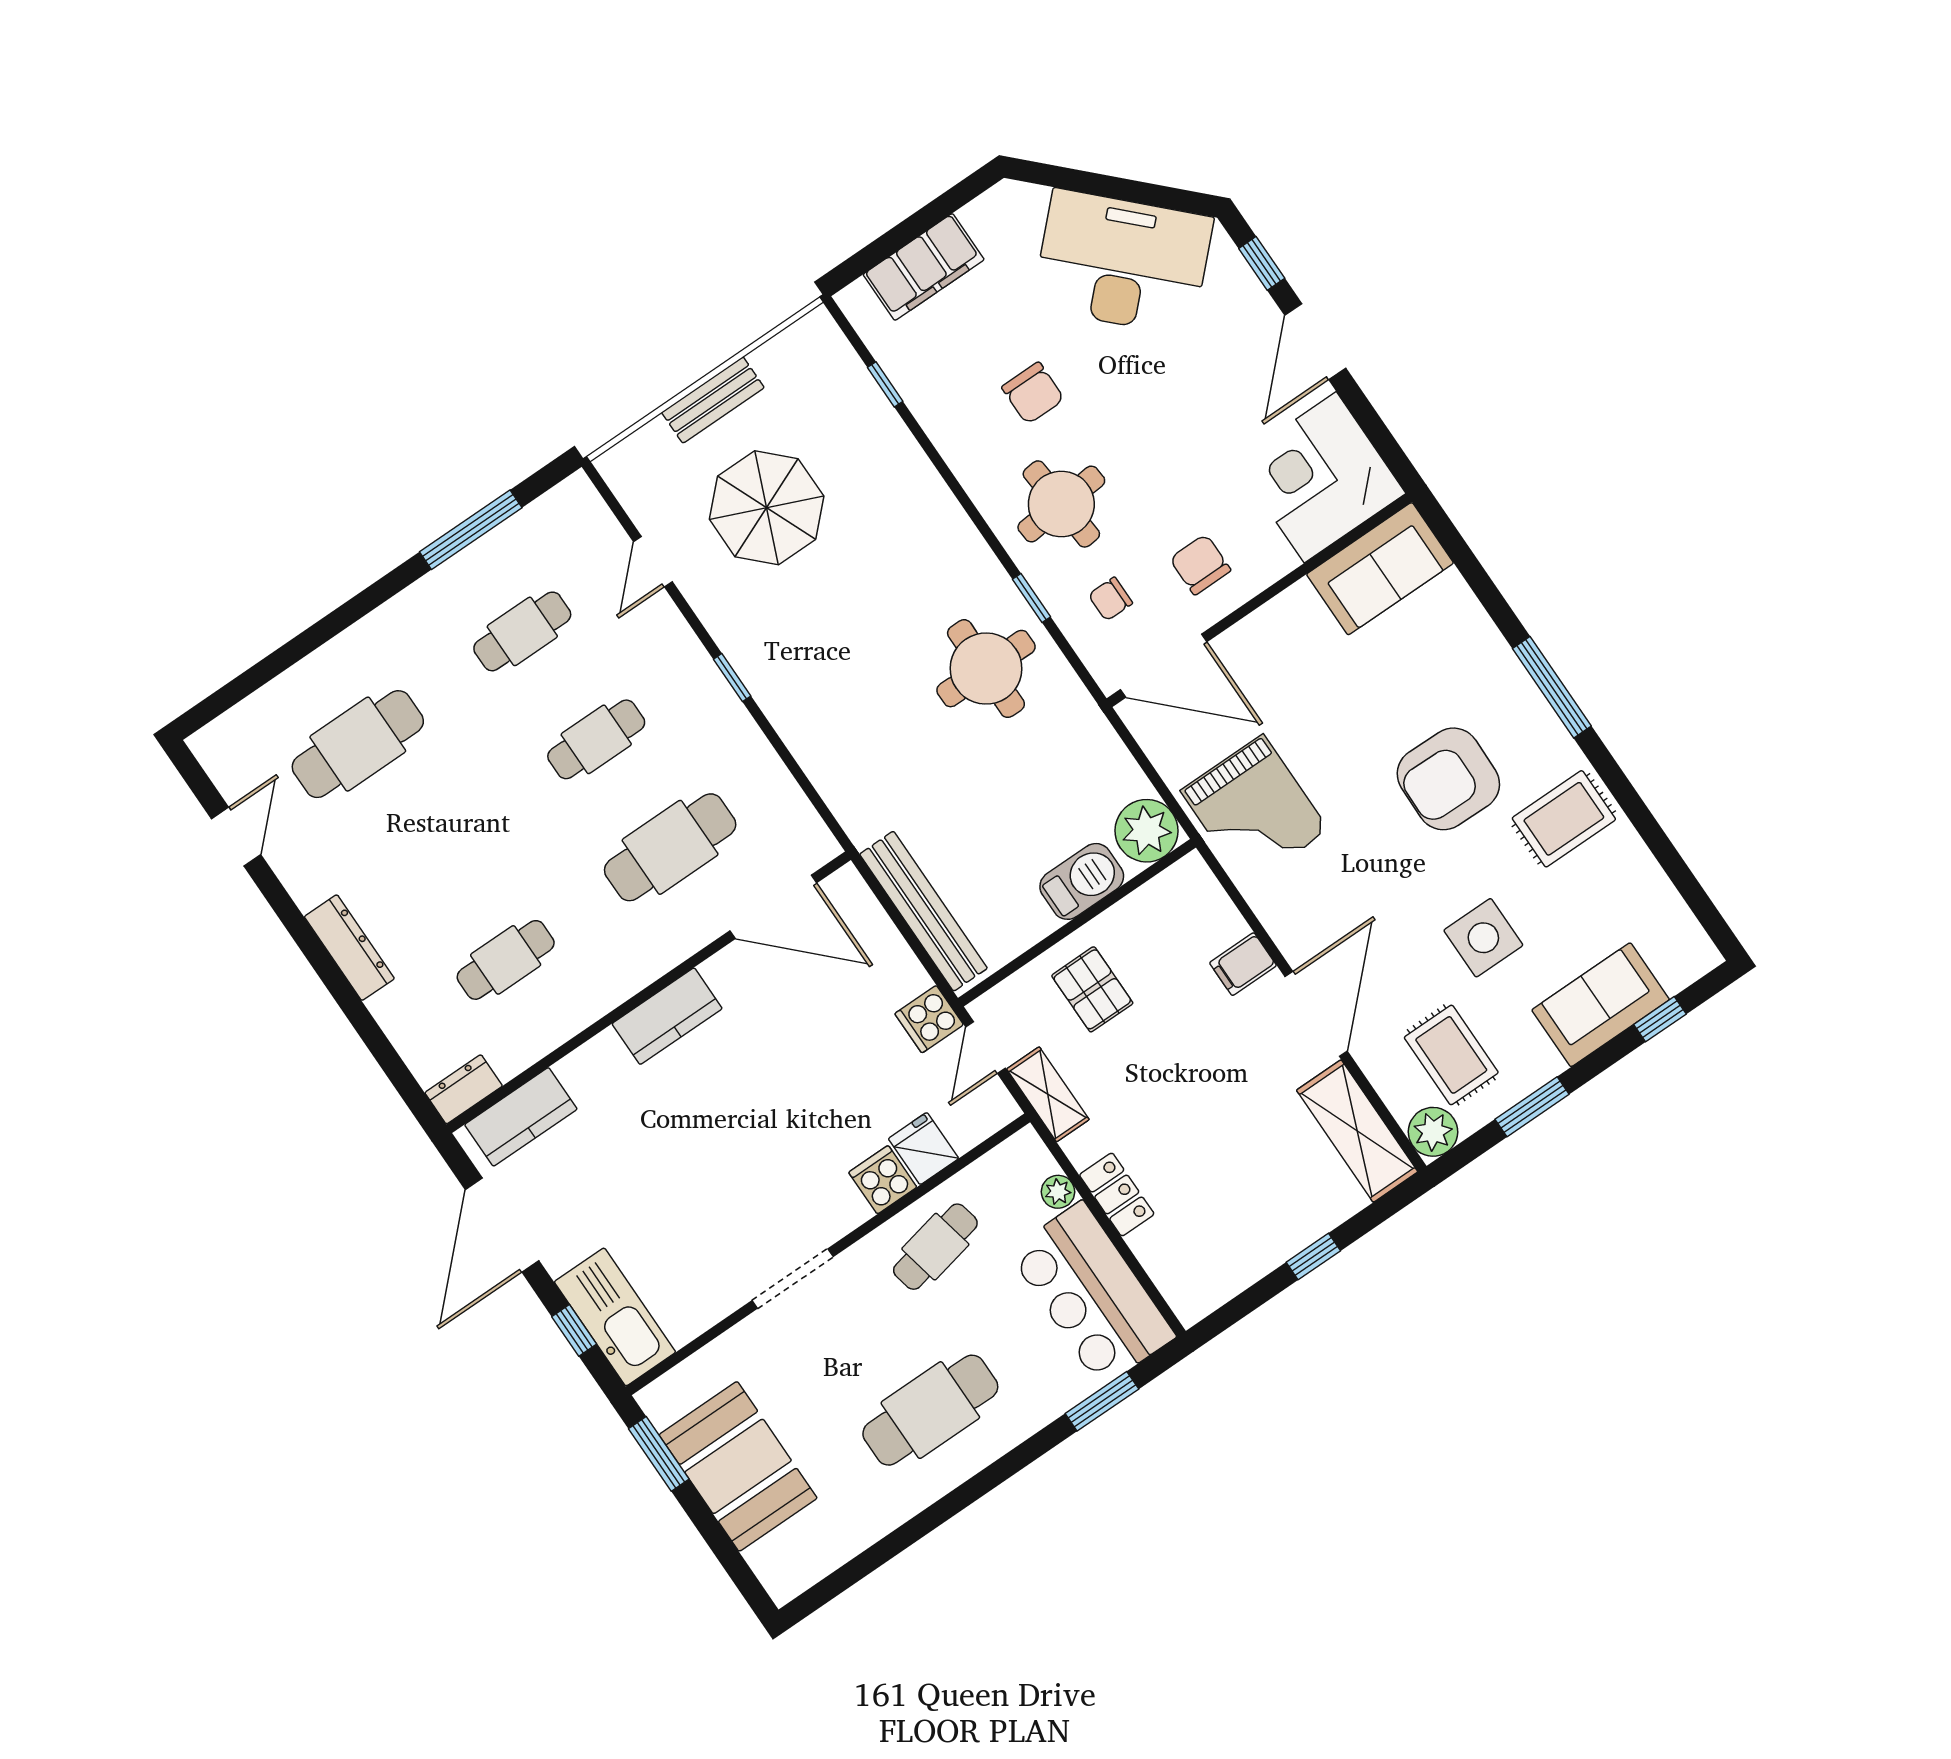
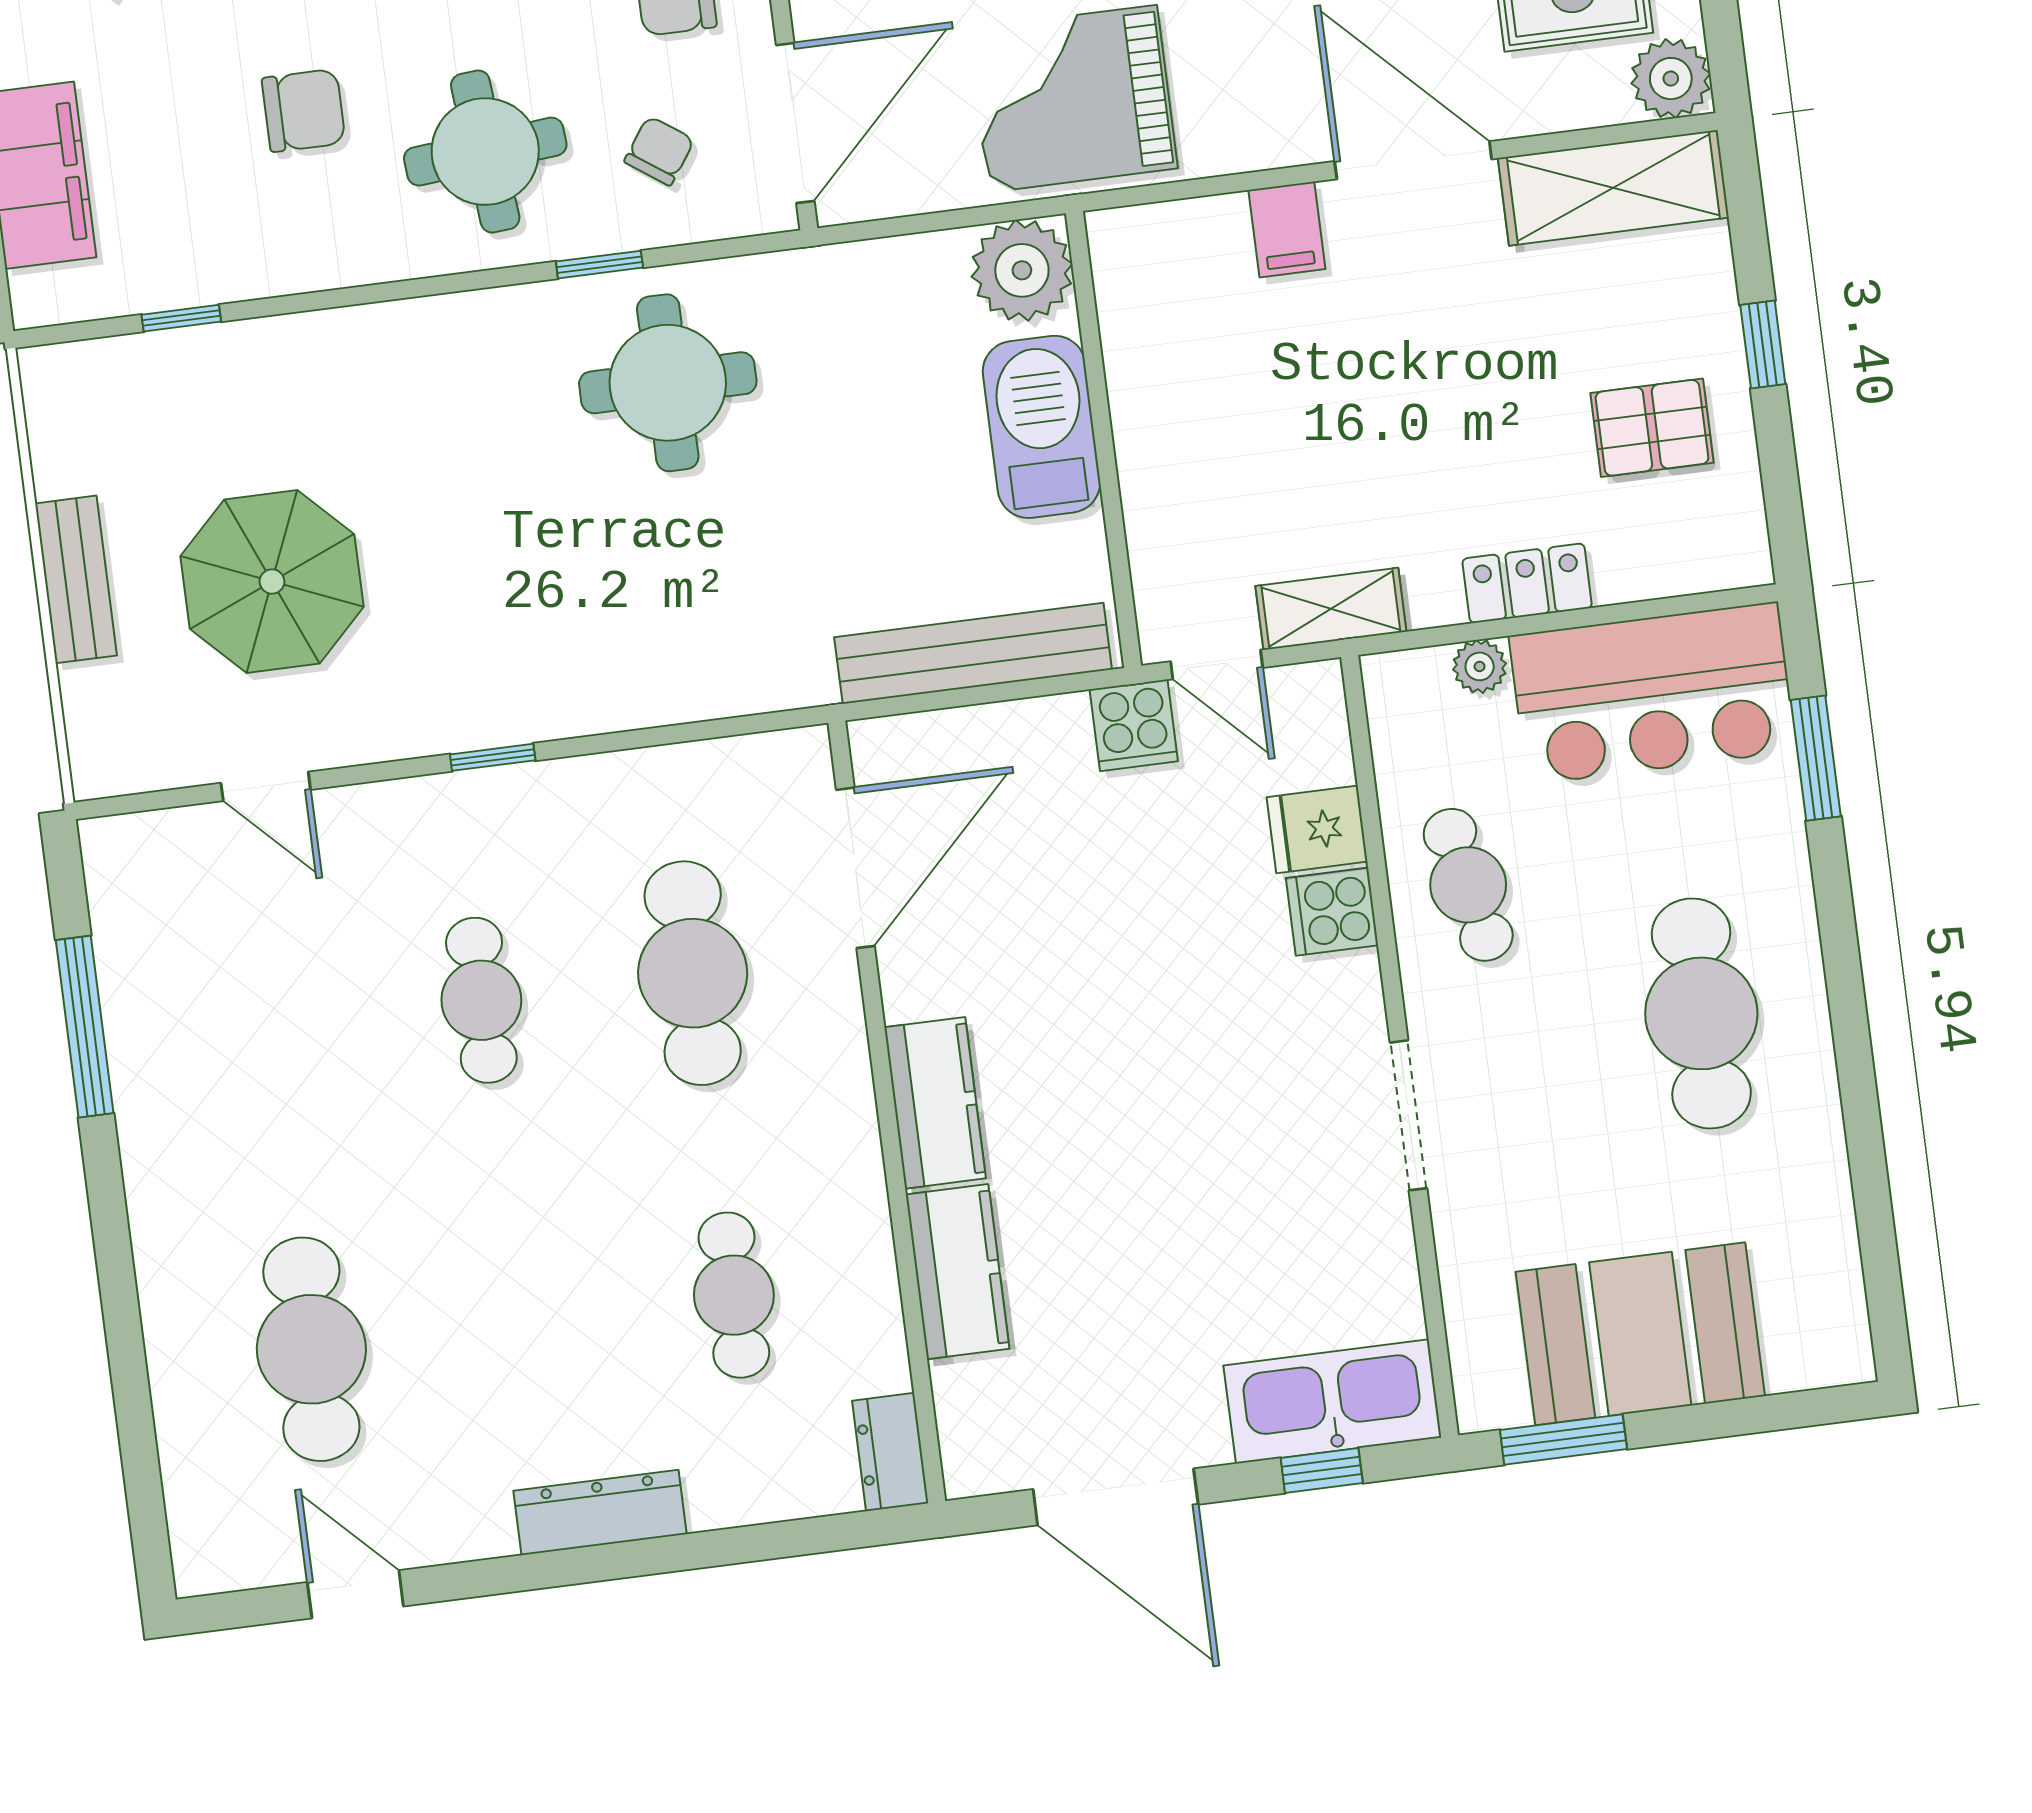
chair: (1110, 599) -> (659, 151), turned -145
cafe table: (522, 631) -> (270, 1027), removed
grand piano: (1255, 810) -> (1073, 99), turned 180
barbecue: (1082, 881) -> (1042, 427), width x1.37, depth x1.21
pallet: (1092, 989) -> (1652, 428), moved
kitchen counter: (521, 1117) -> (958, 1272), moved

